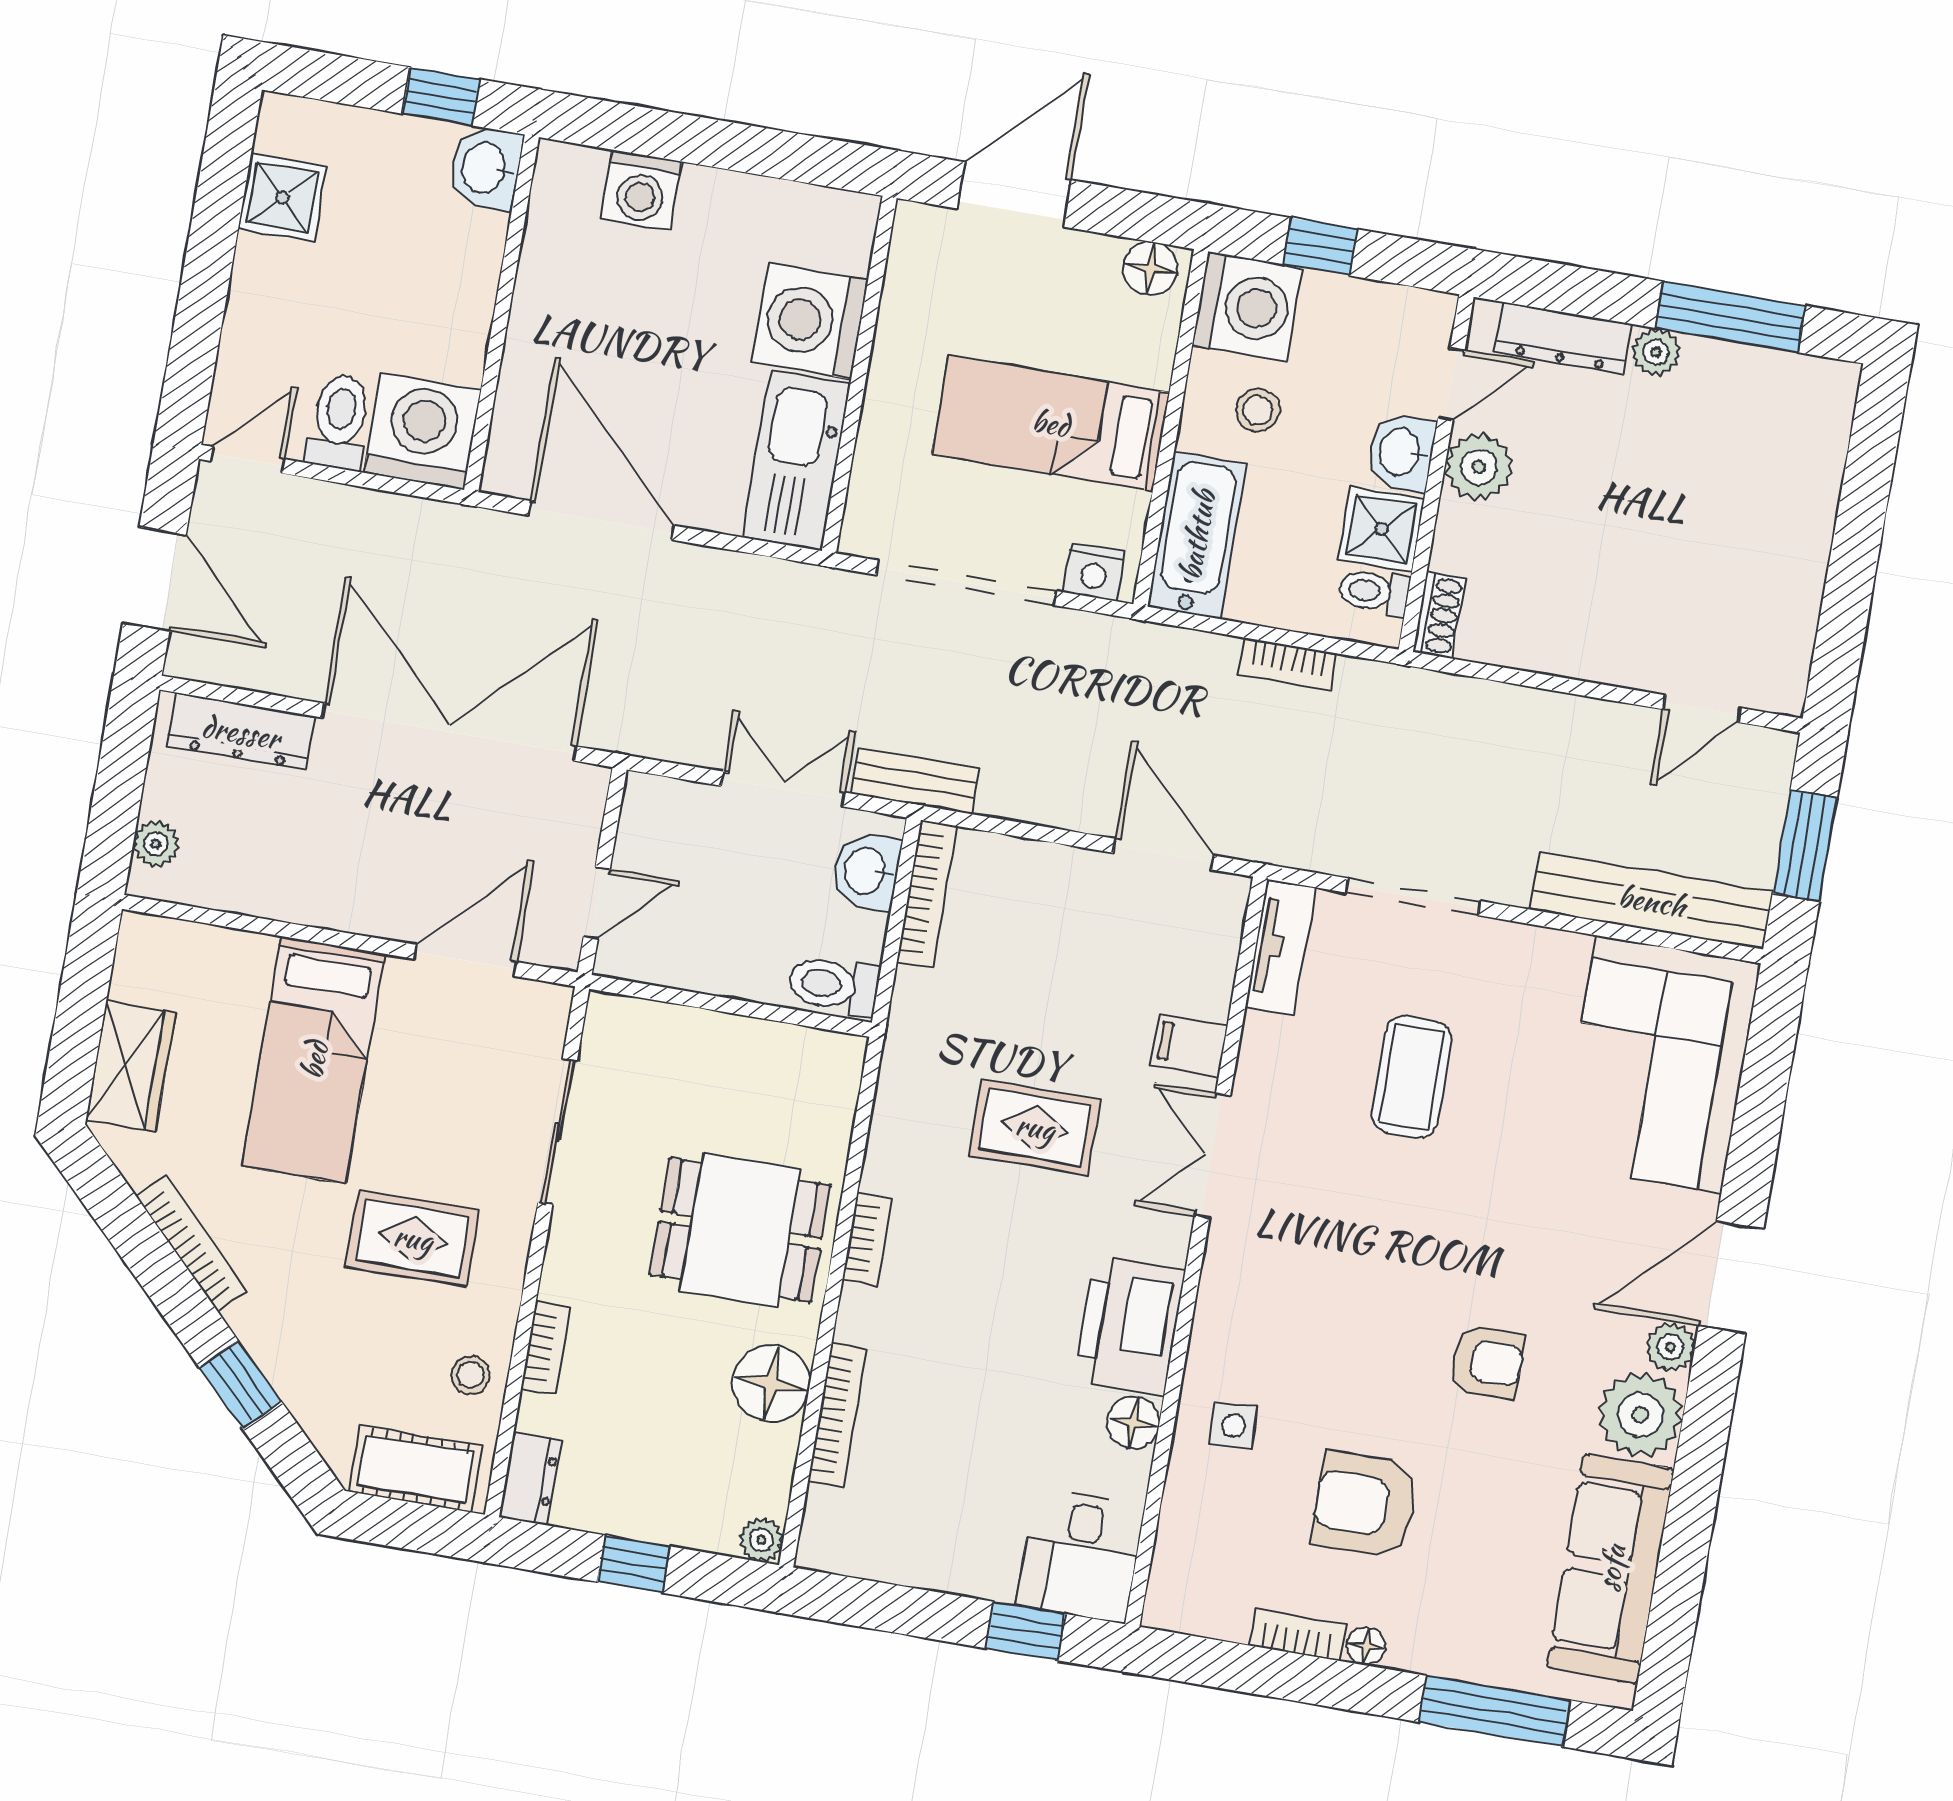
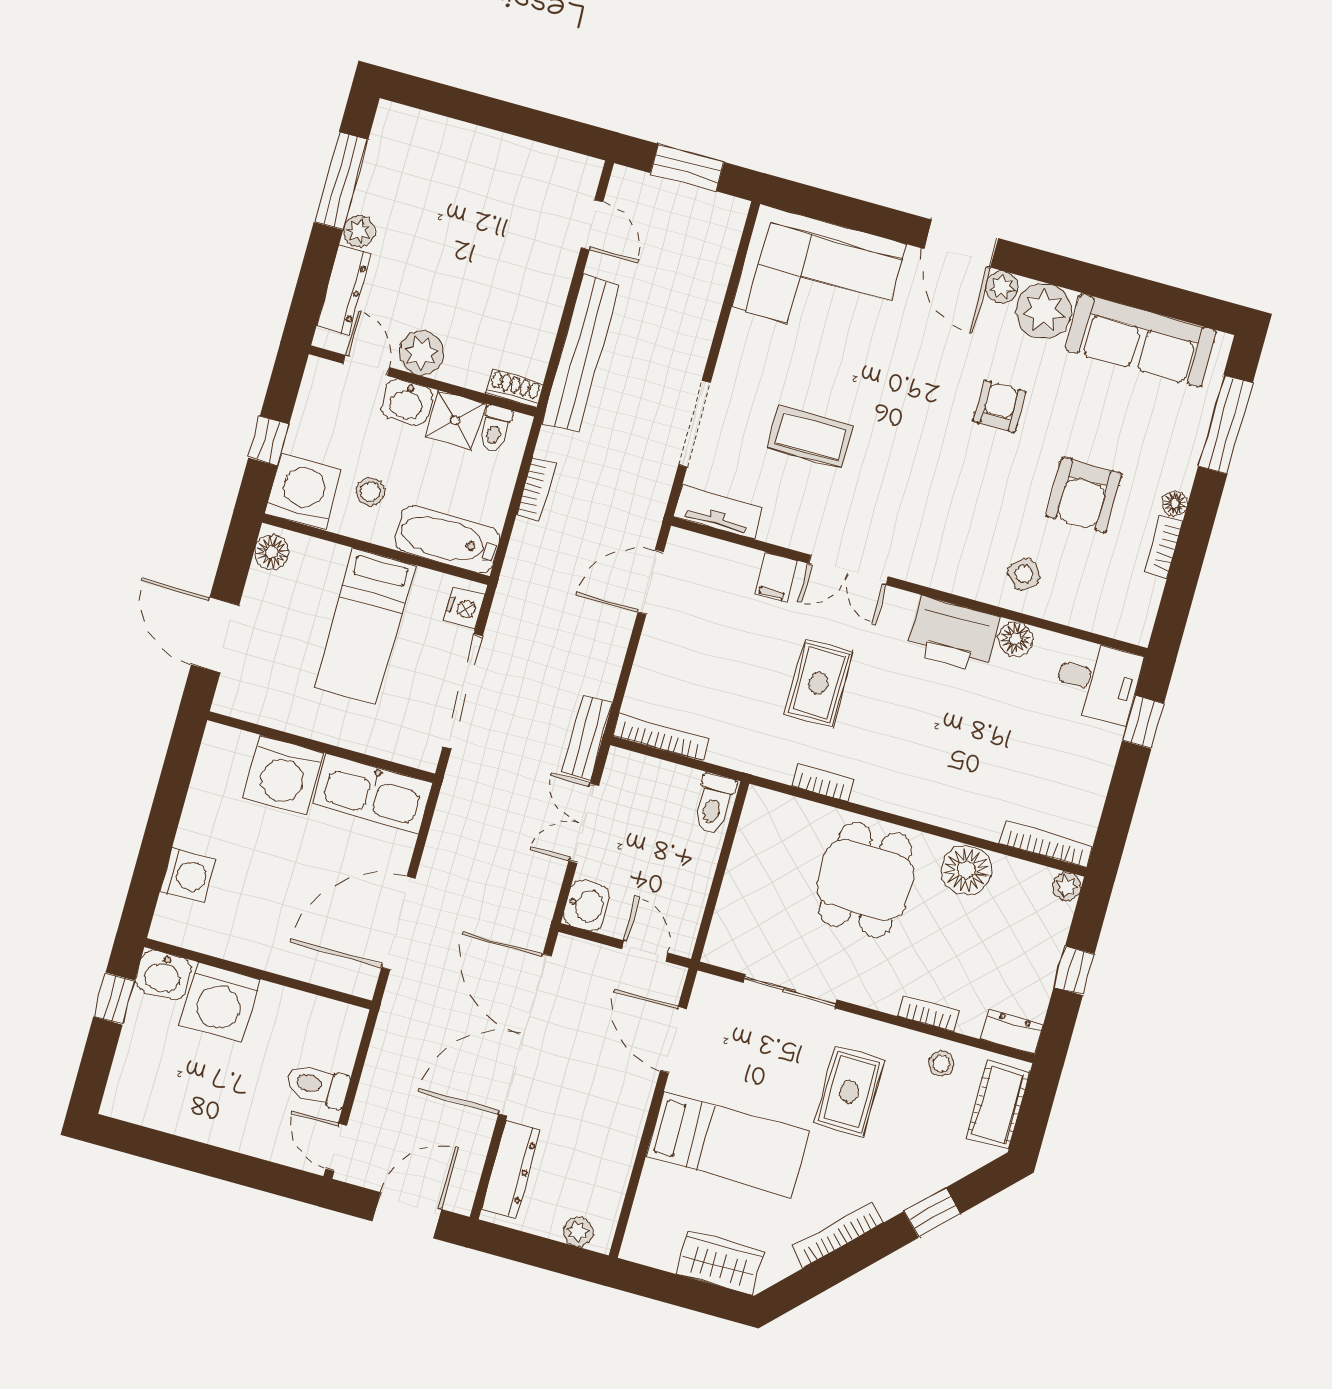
shower: (282, 197) -> (169, 1108), removed
washing machine: (423, 431) -> (220, 1002), moved, turned -90
washbasin: (866, 871) -> (587, 905), moved, turned -90
bench: (1652, 901) -> (581, 354), moved
bookcase: (867, 1239) -> (823, 783), moved
bookcase: (837, 1415) -> (1046, 845), moved
side table: (1233, 1426) -> (1024, 574), turned -38

